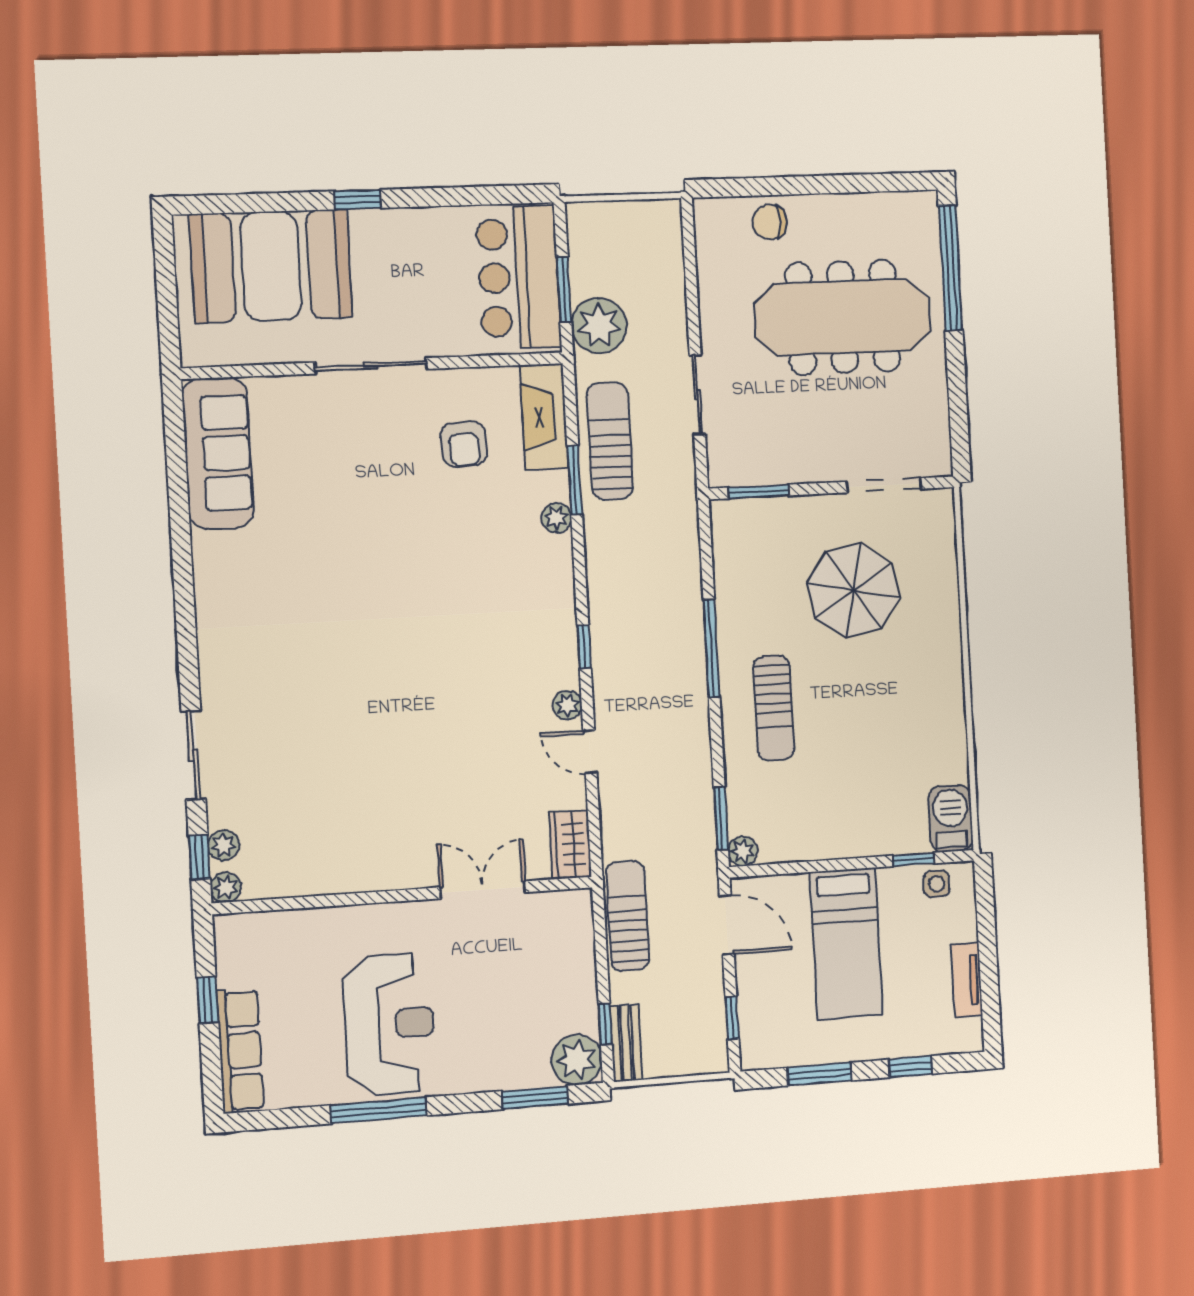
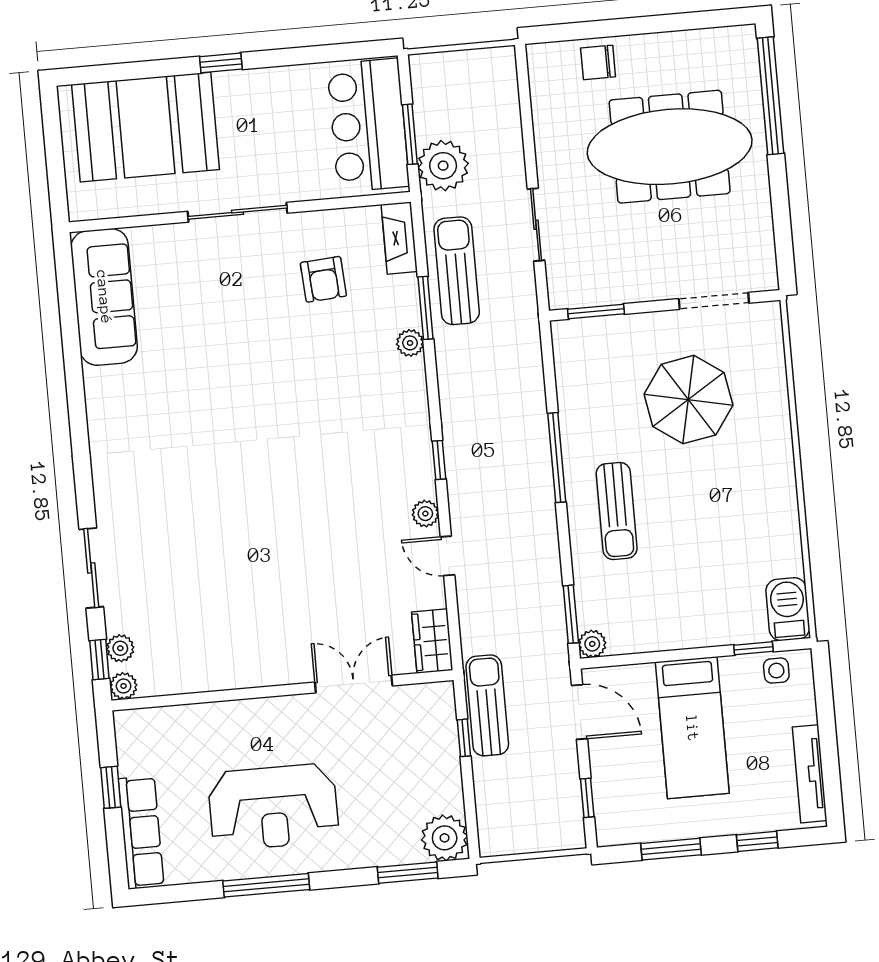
fireplace: (544, 417) -> (399, 238), width x0.73, depth x0.76
tv unit: (967, 980) -> (810, 774), width x1.41
reception desk: (389, 1024) -> (273, 807), turned 90
window: (605, 1024) -> (464, 738), moved
bench: (626, 1043) -> (490, 822), removed

